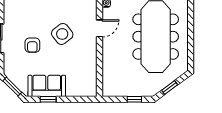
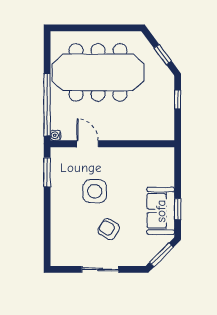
side table: (62, 34) -> (95, 191), turned 38
armchair: (32, 45) -> (109, 229), turned -149

